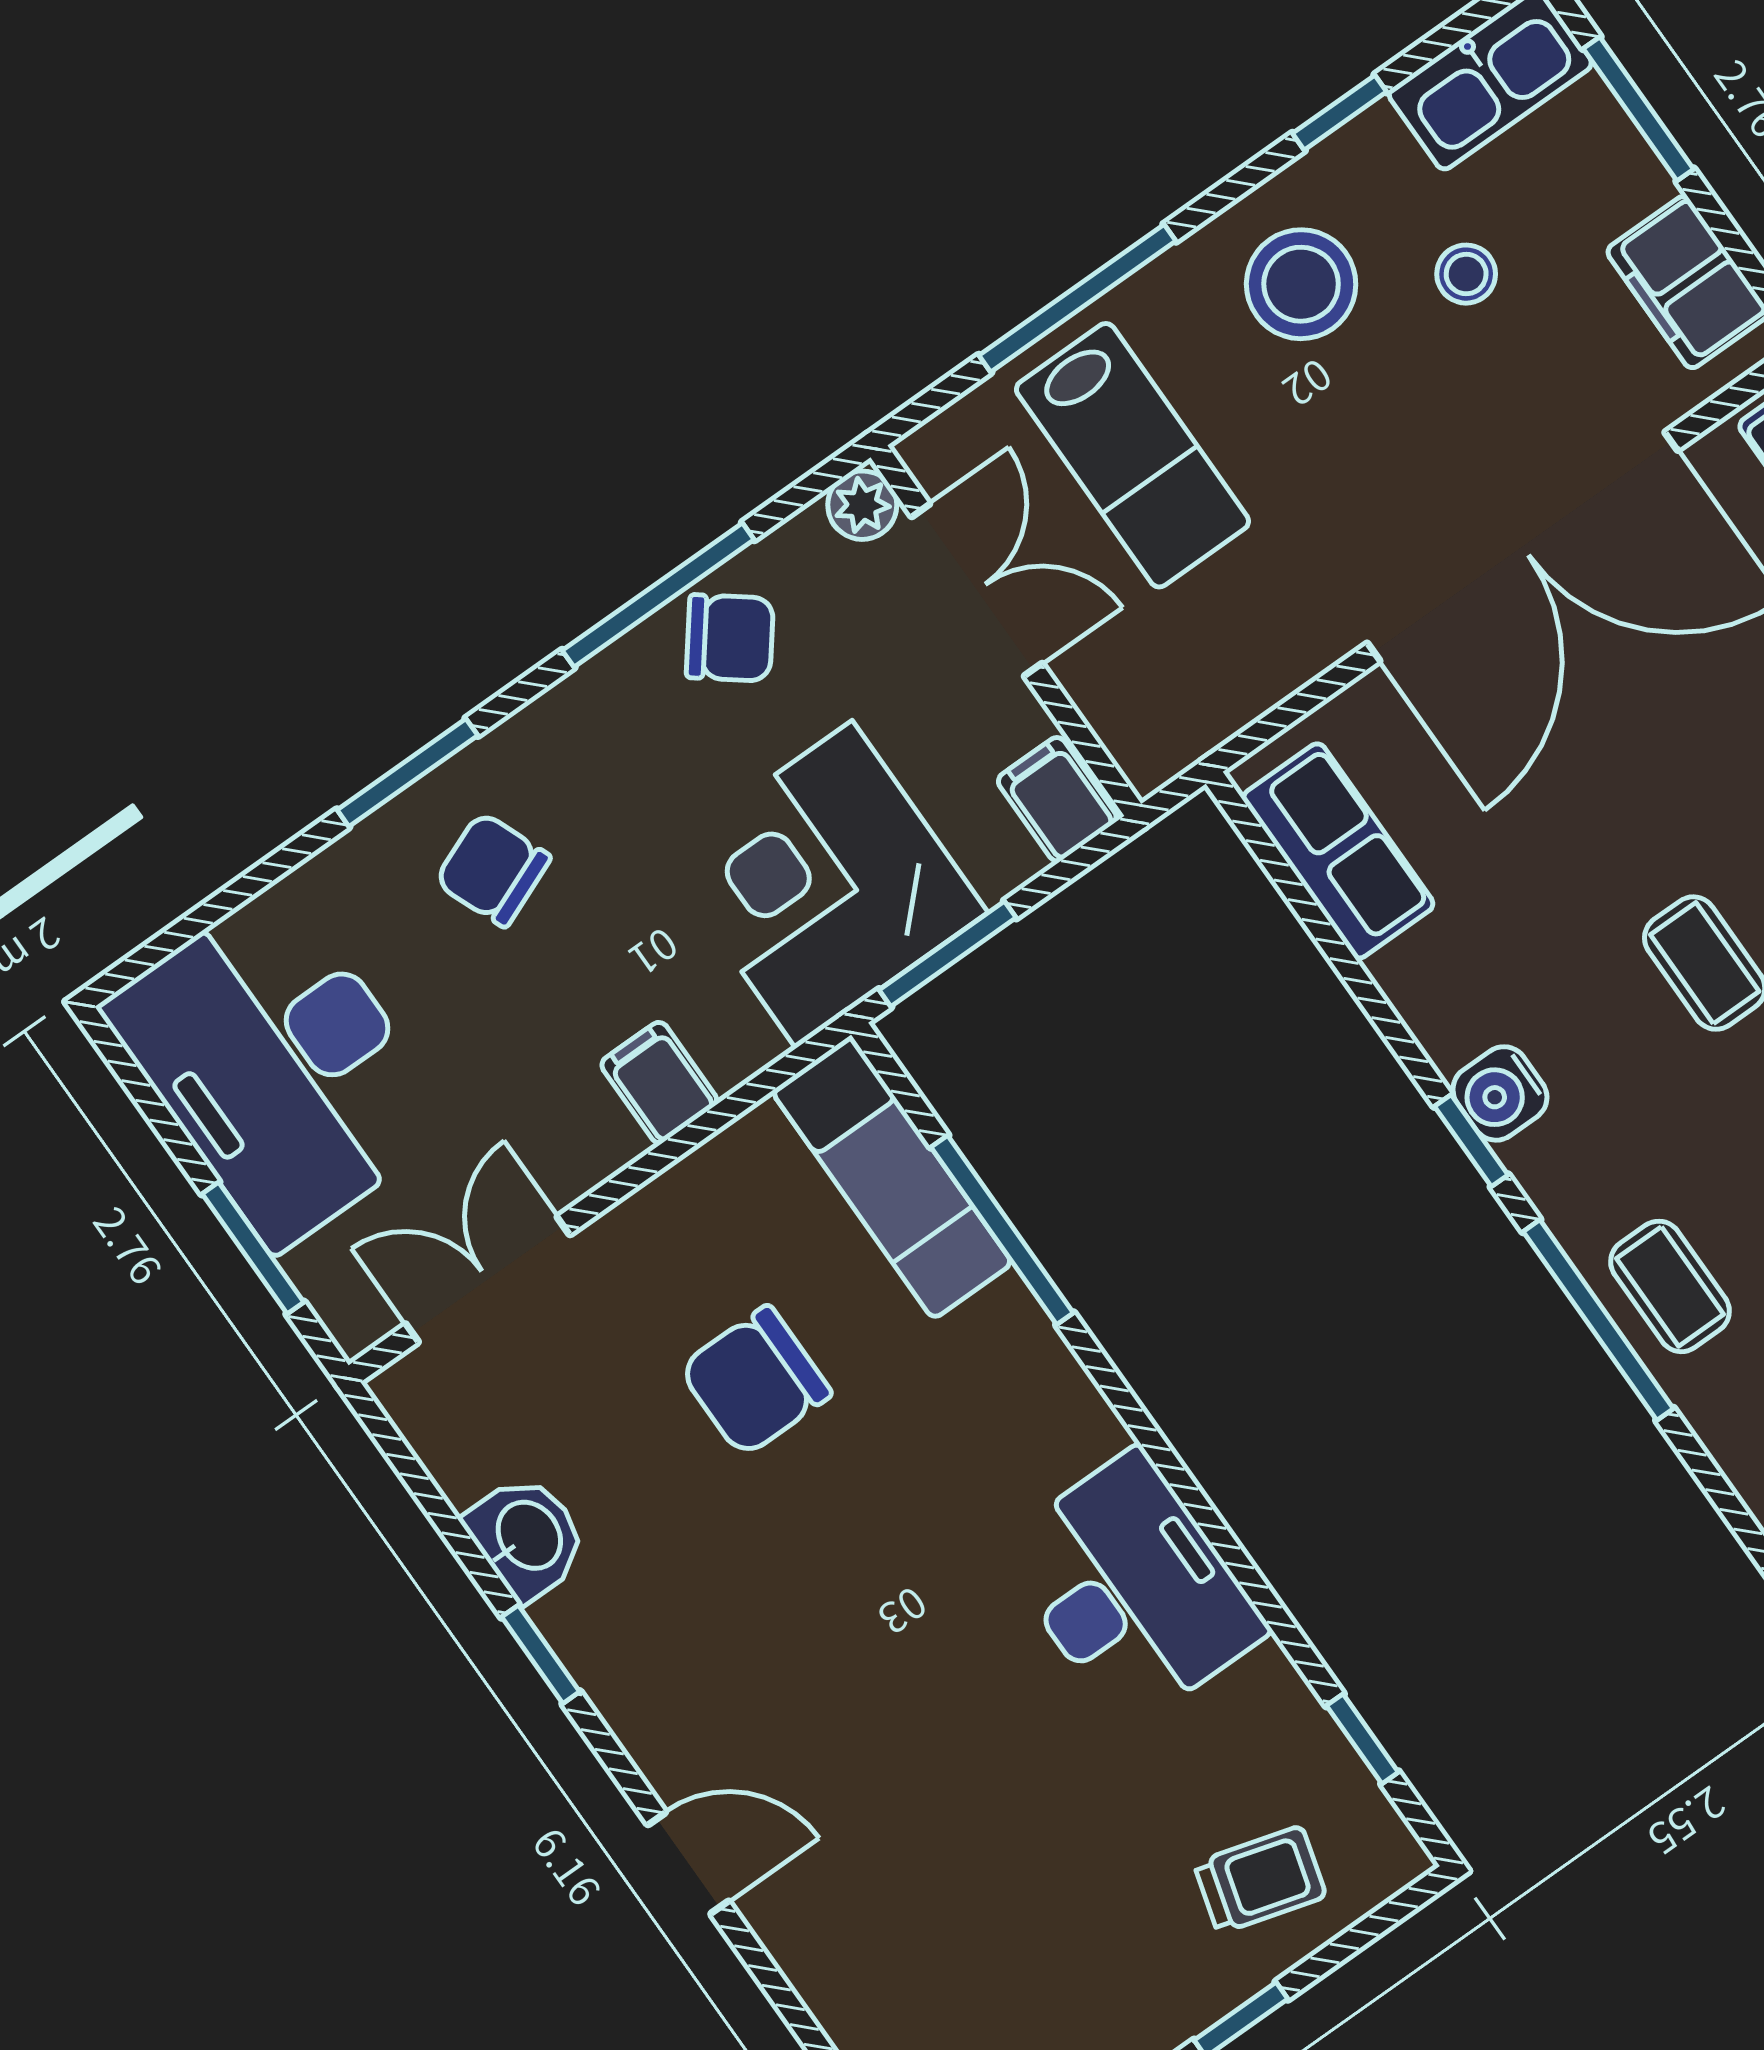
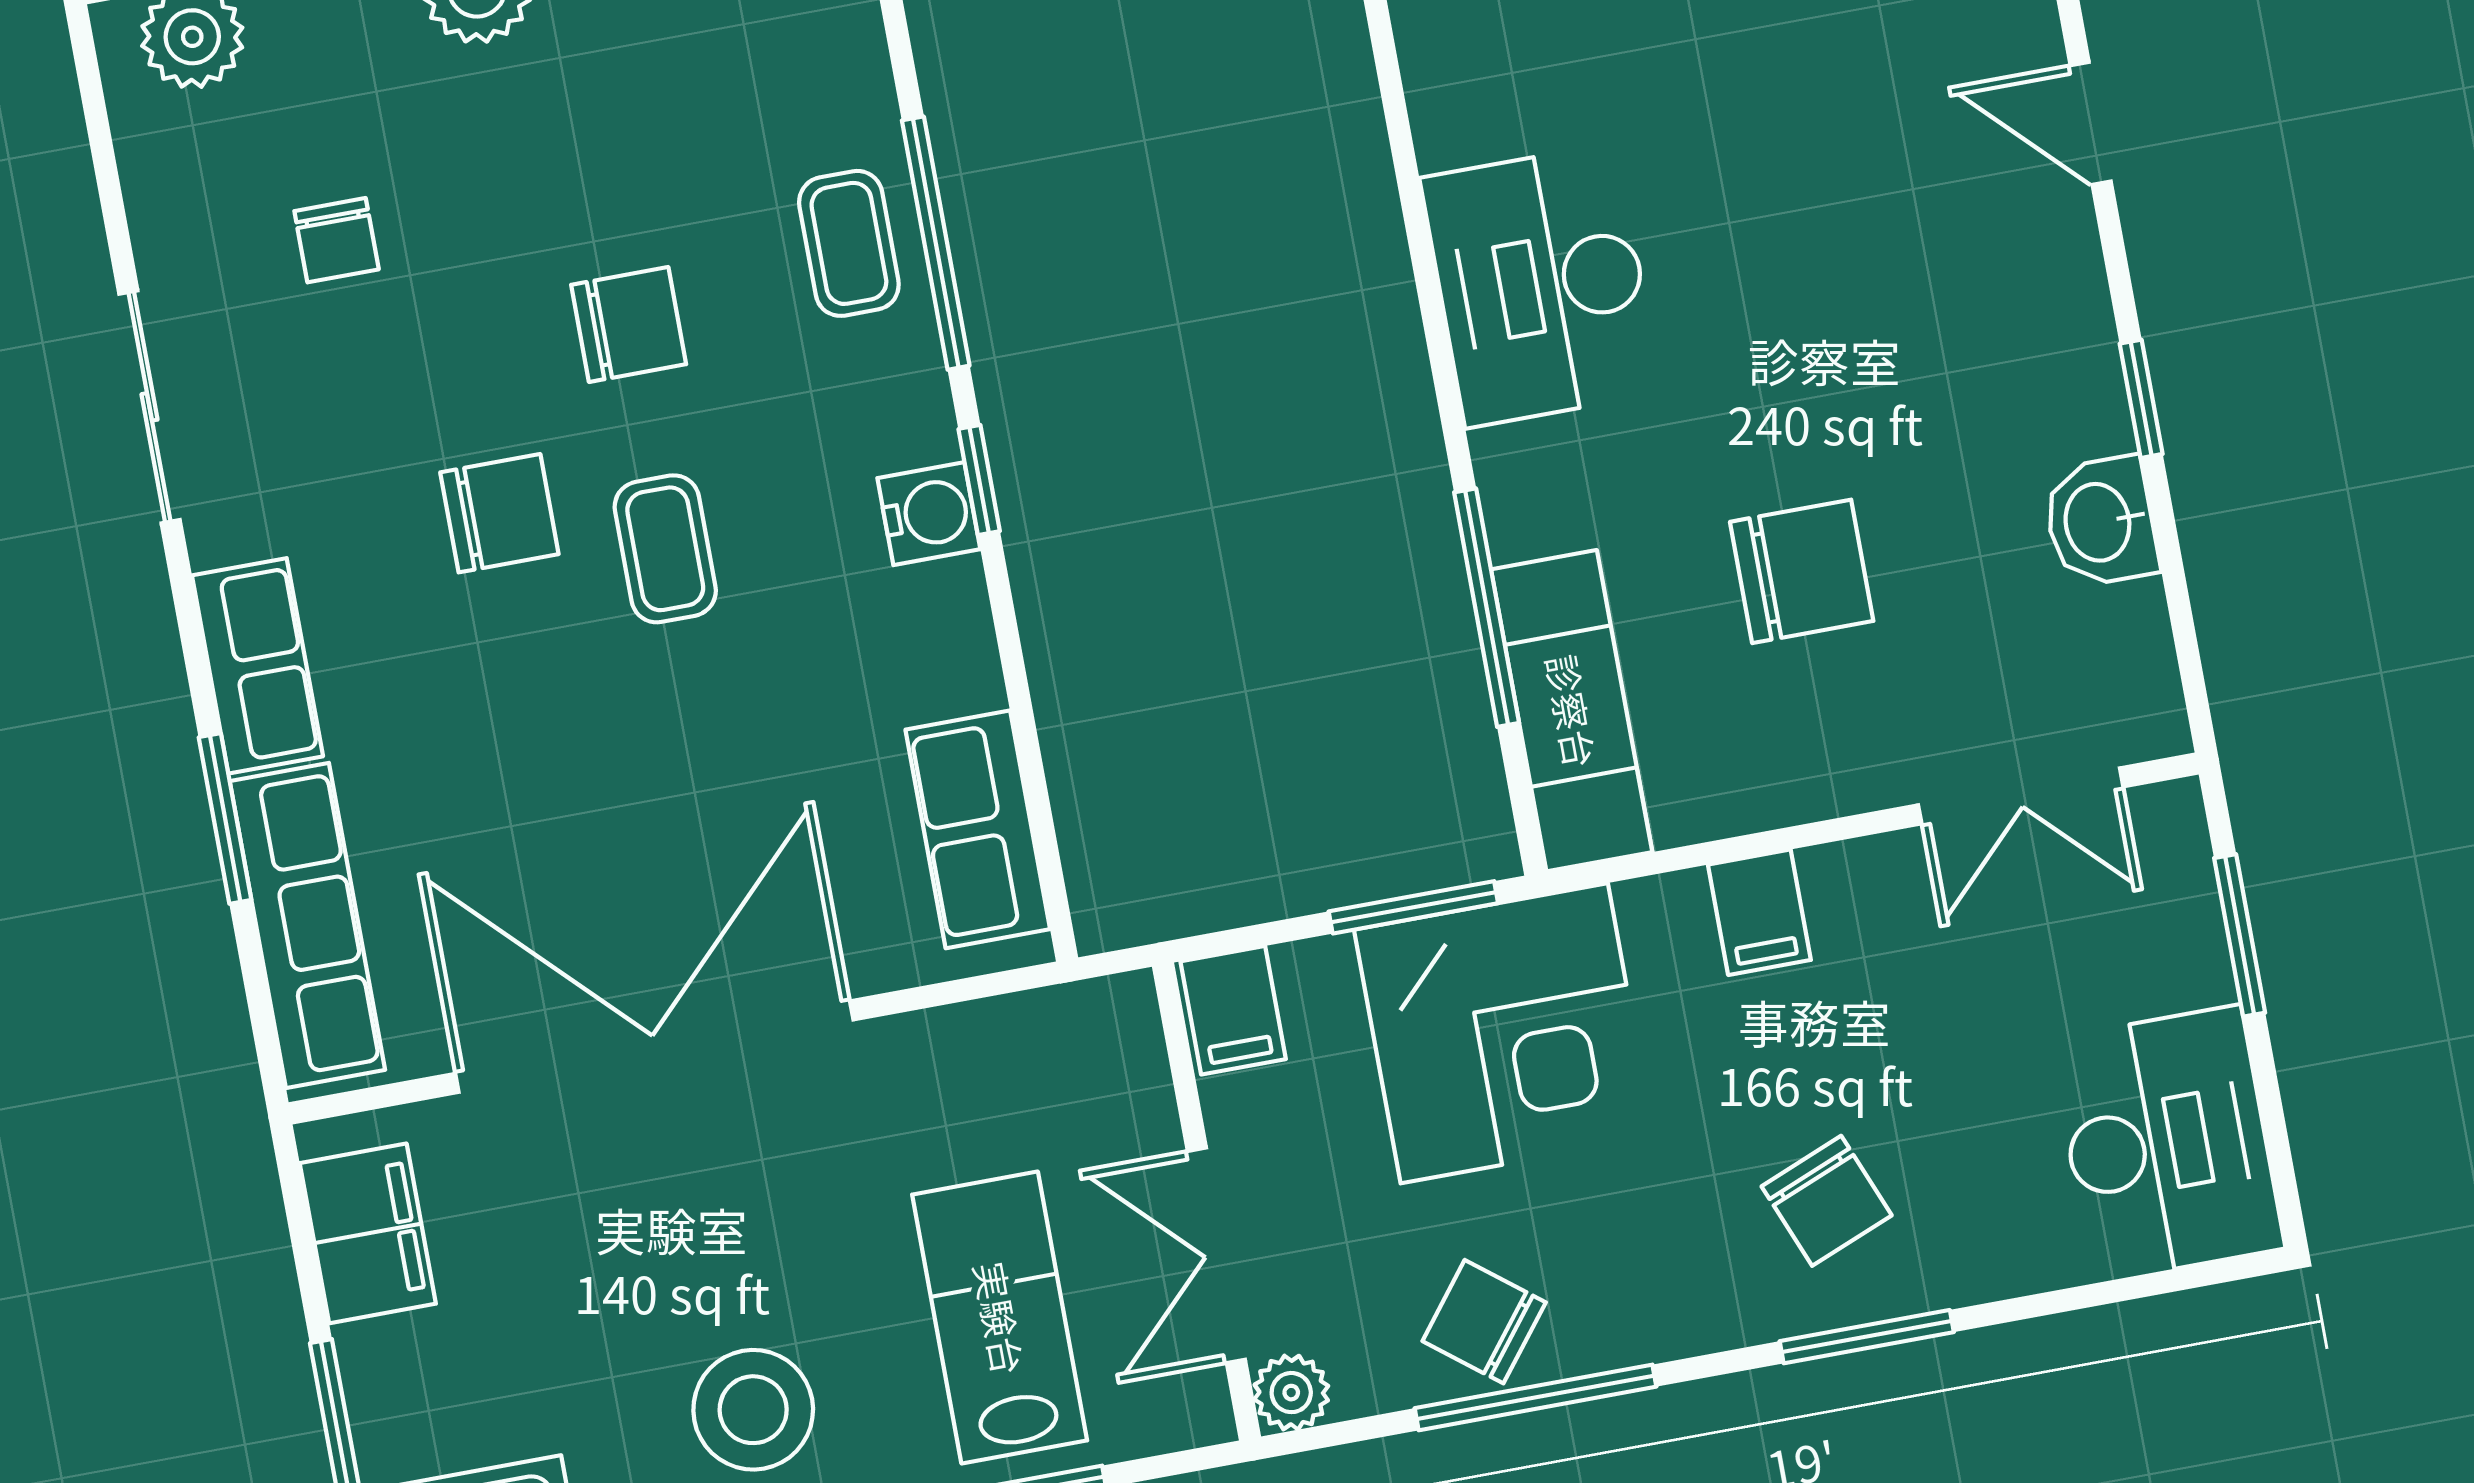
stool: (1466, 274) -> (584, 1344), removed
desk: (278, 1066) -> (2167, 1144), width x0.73, depth x0.77
desk: (1132, 1589) -> (1541, 285), moved

